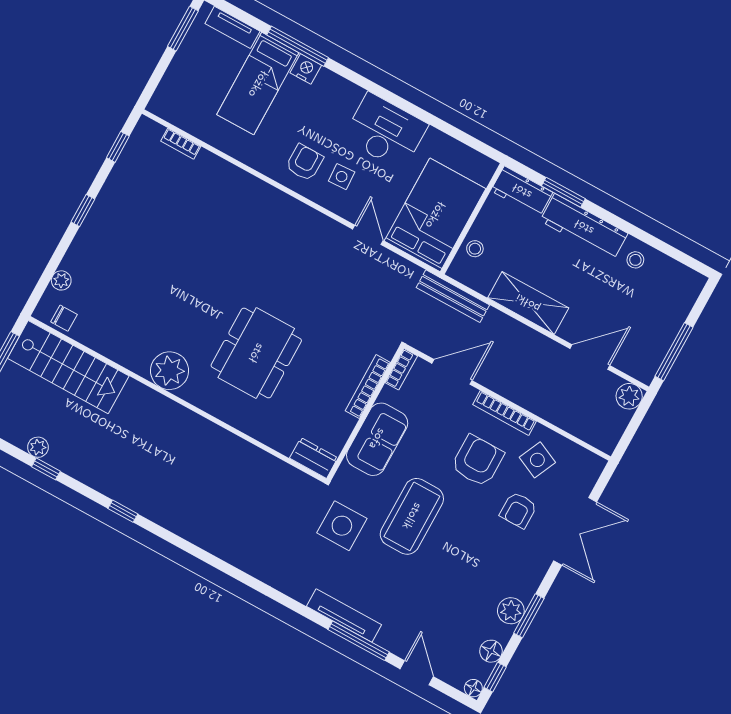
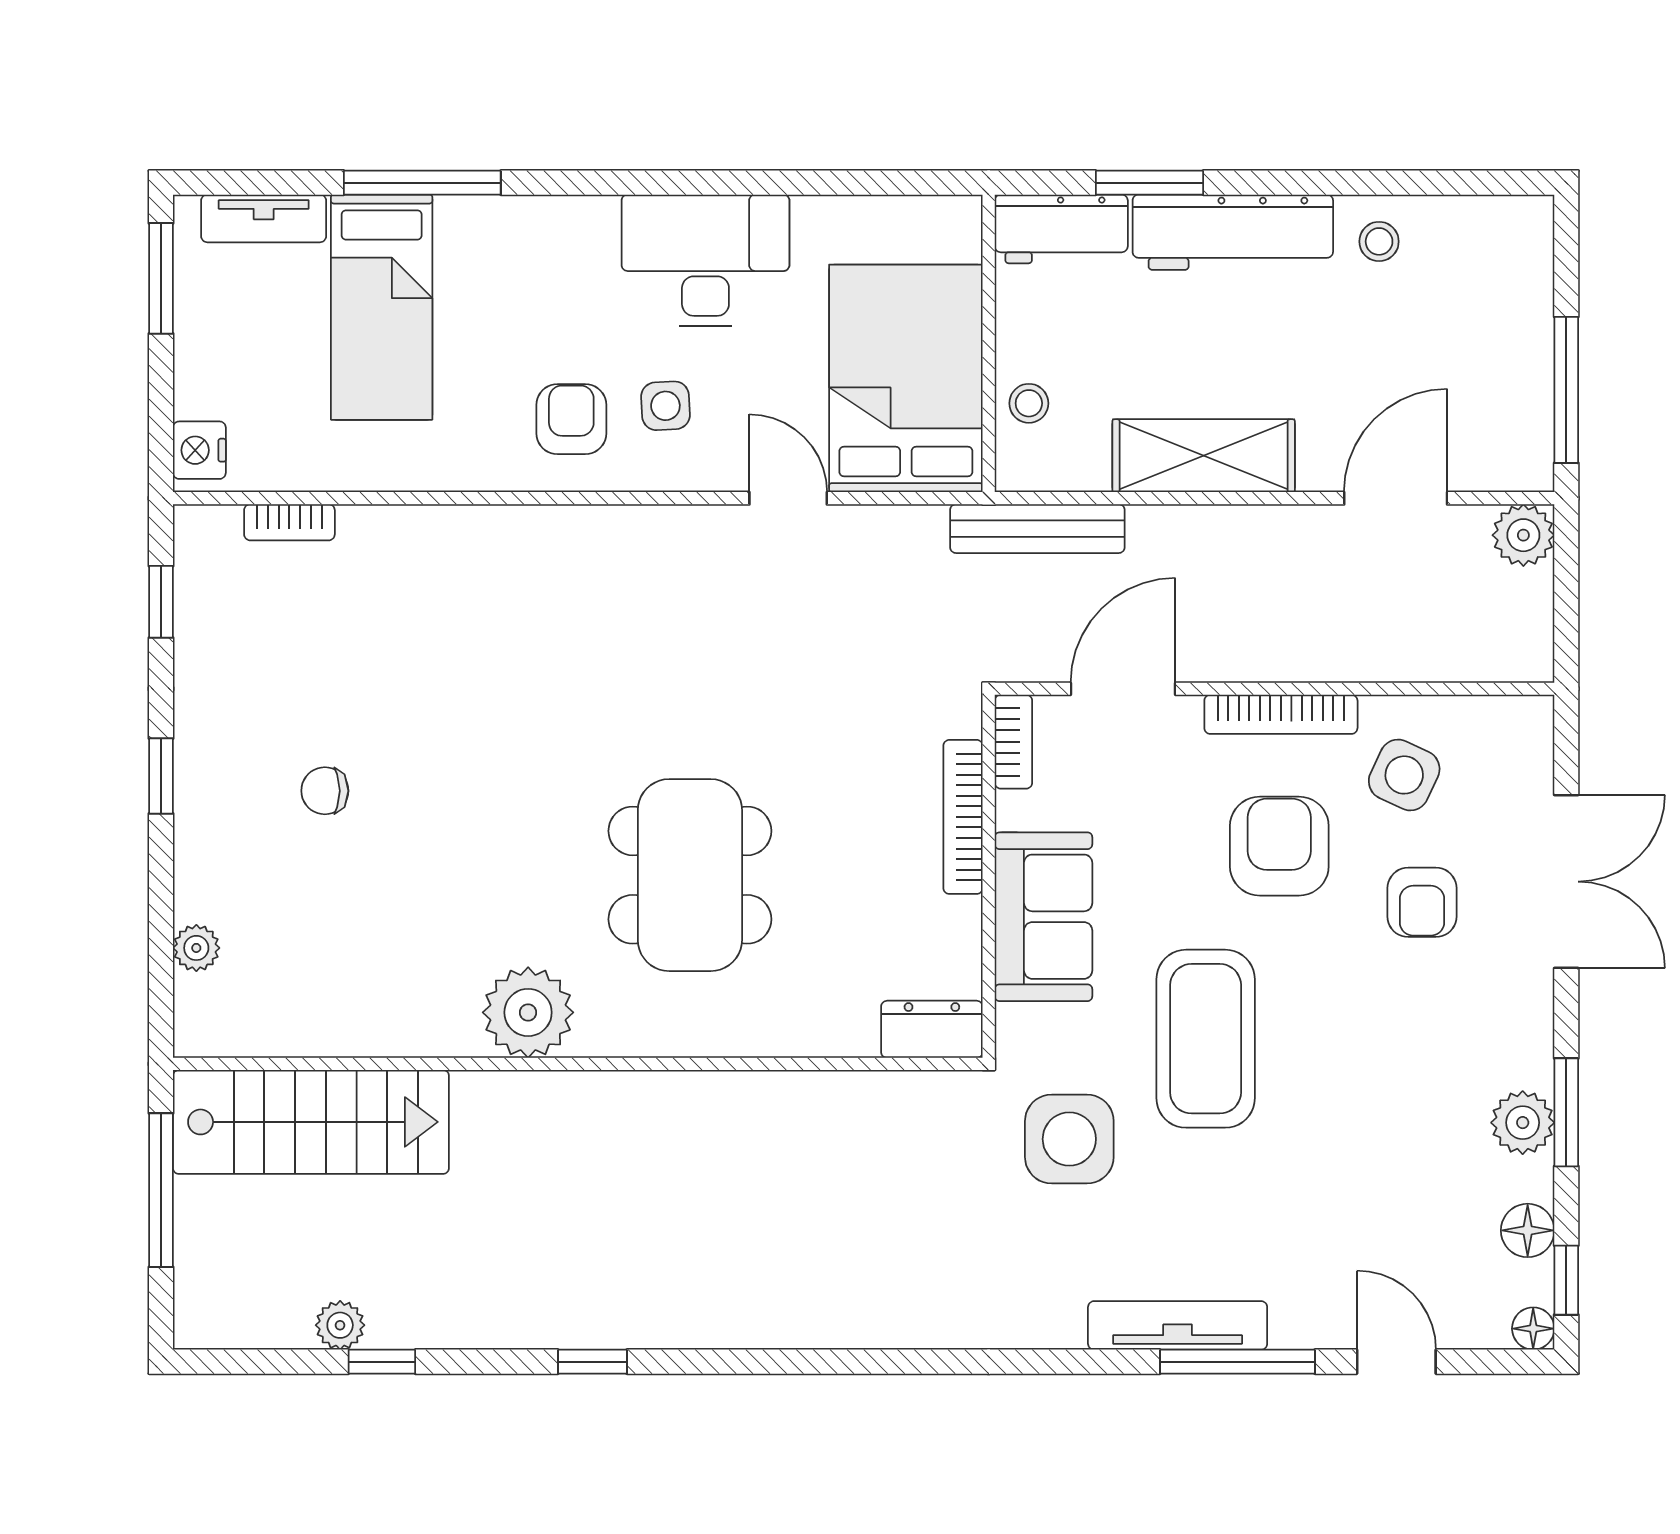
nightstand: (306, 69) -> (199, 450), moved, turned -90
chair: (64, 318) -> (325, 791), moved, turned 180

